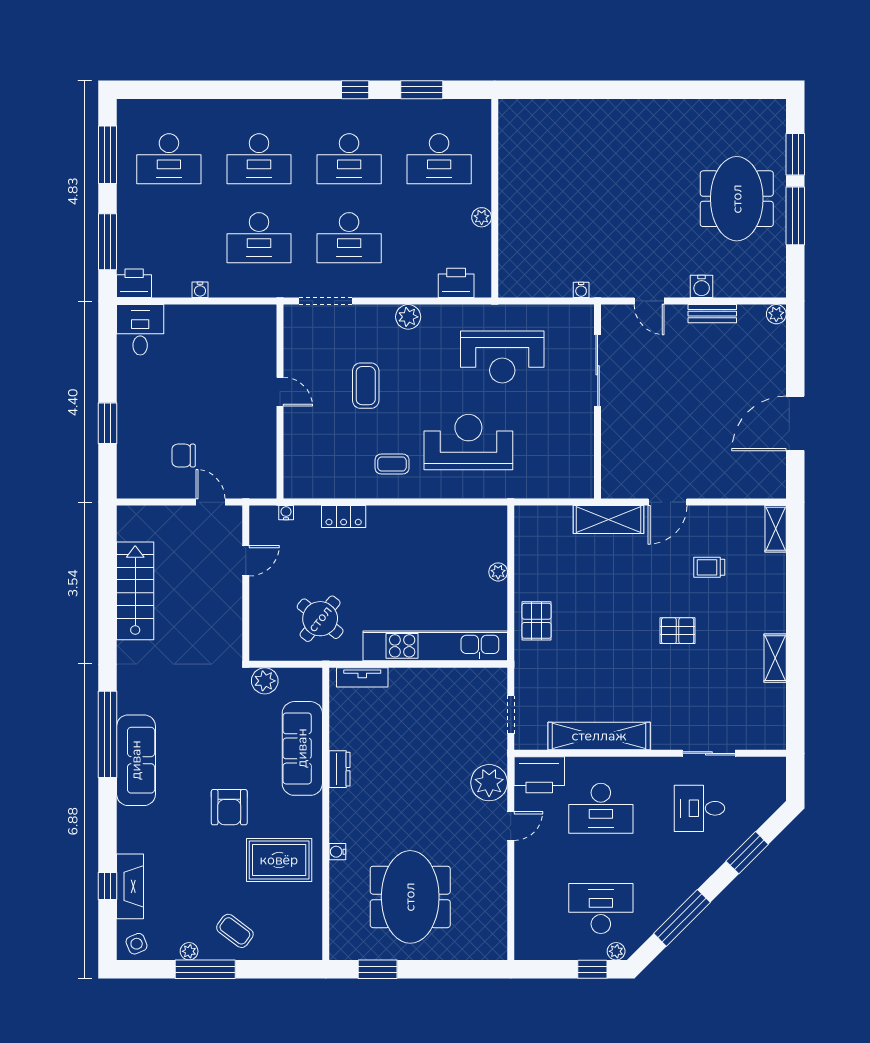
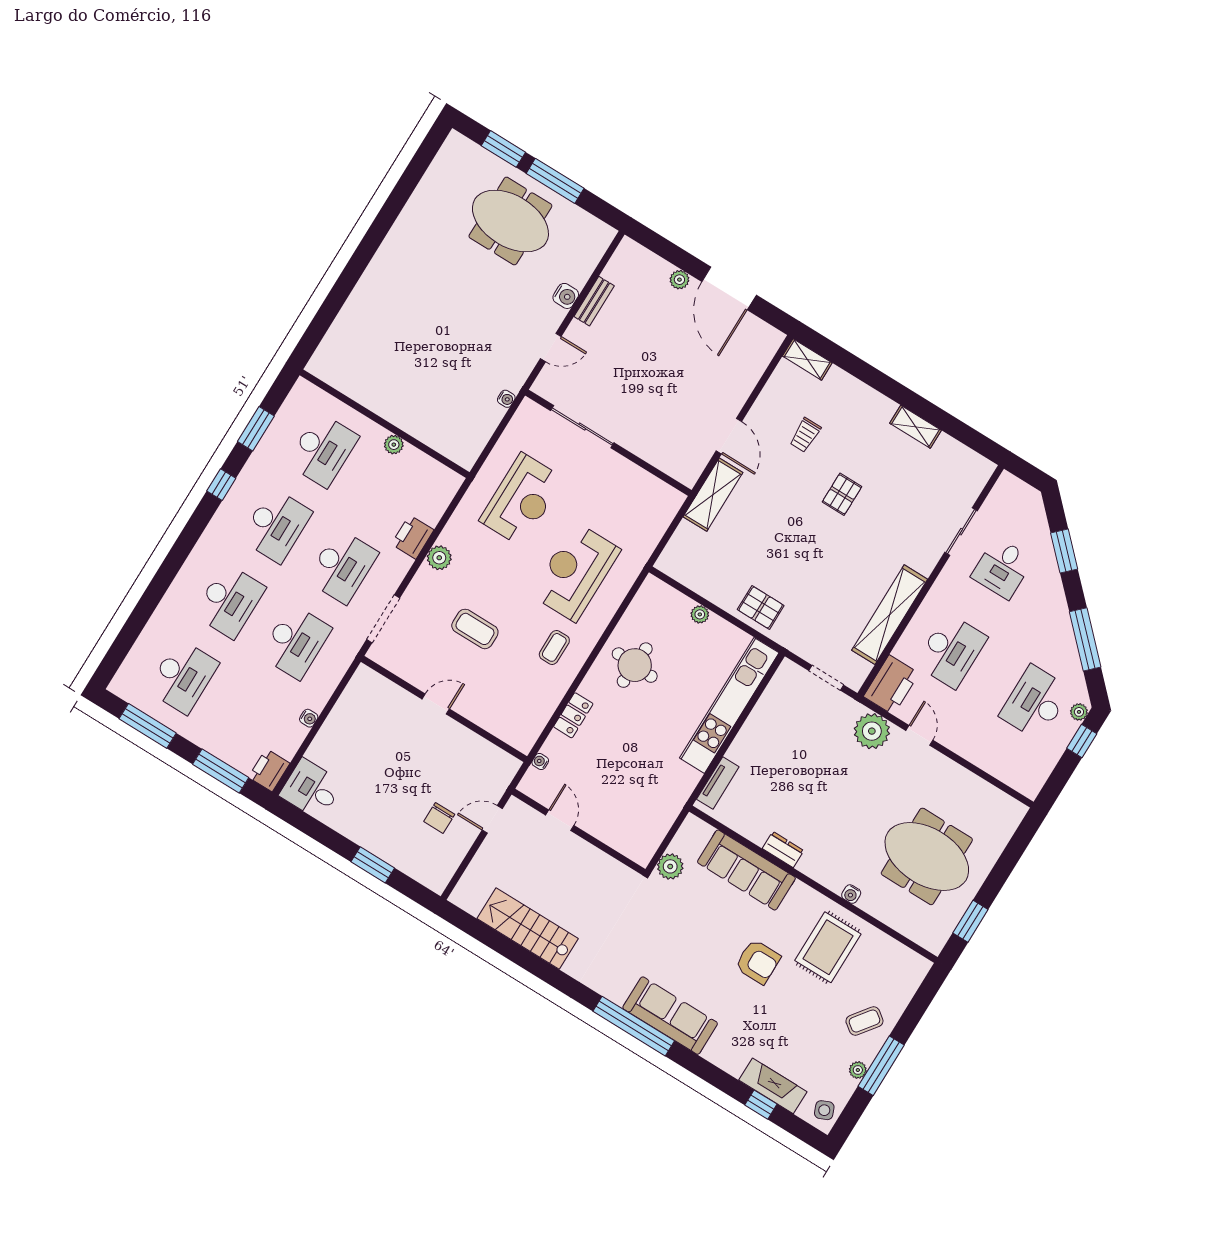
printer: (456, 283) -> (413, 537), moved
plant: (776, 314) -> (679, 280), moved
round table: (320, 619) -> (635, 665), moved, turned -36

